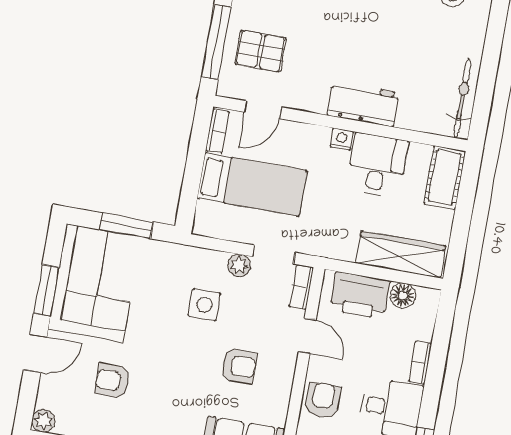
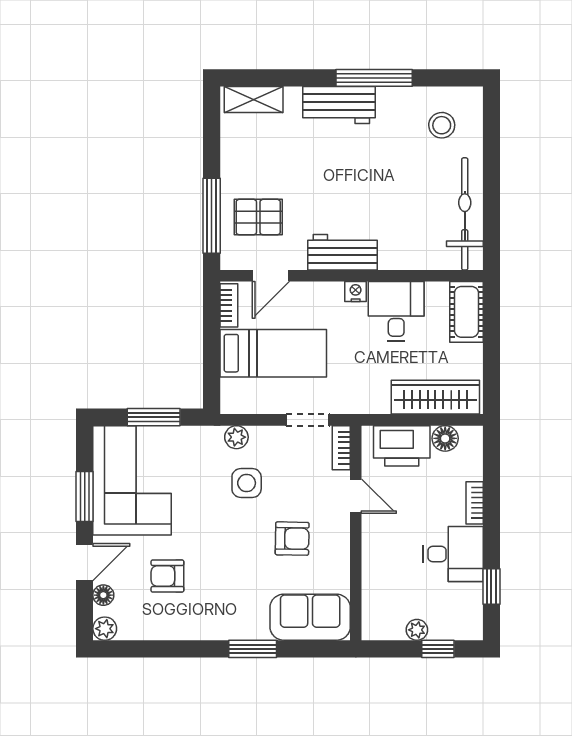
bicycle: (462, 98) -> (465, 214), width x1.37, depth x1.40
workbench: (363, 104) -> (343, 252), moved
plant: (239, 265) -> (236, 437), moved
floor lamp: (48, 388) -> (103, 595), added
armchair: (323, 400) -> (383, 558), removed

